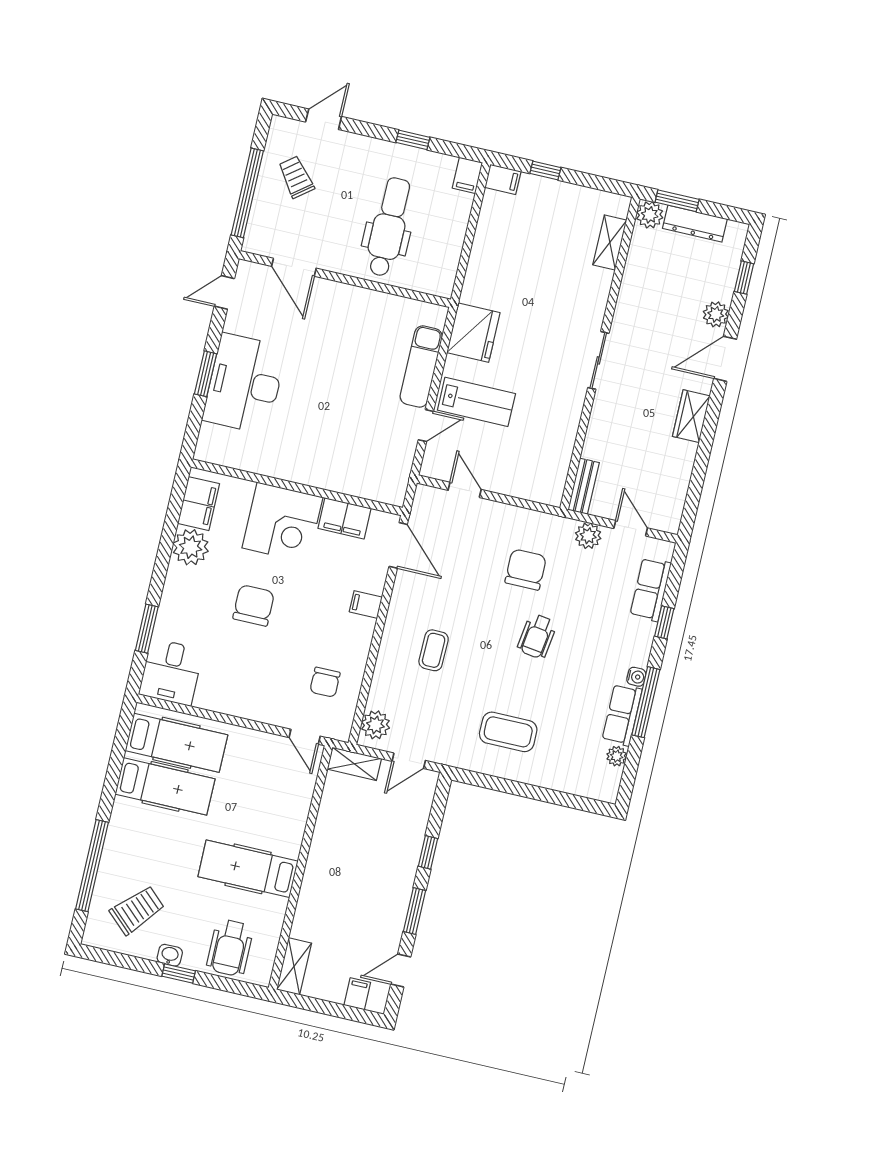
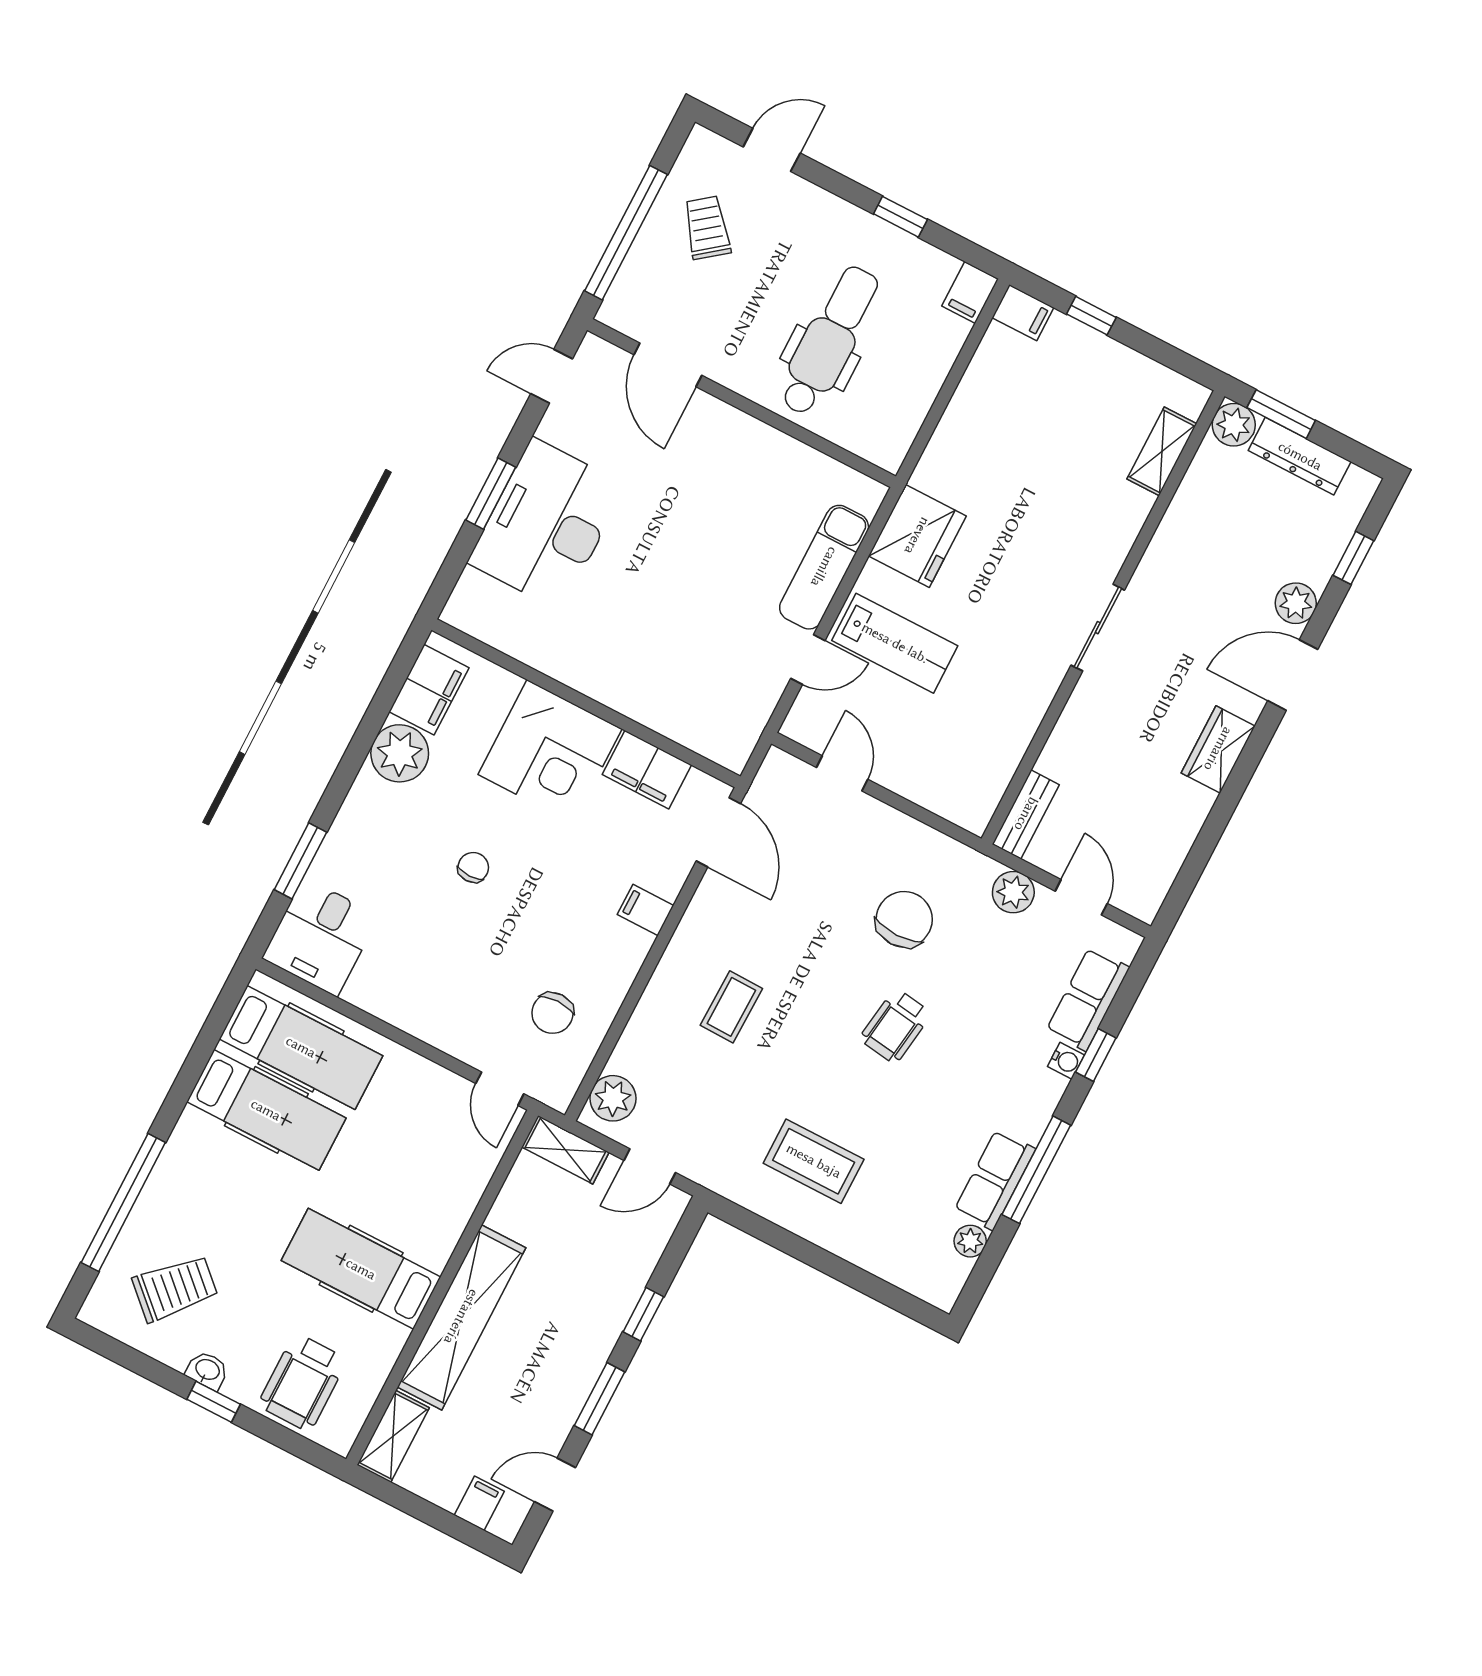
chair: (254, 605) -> (473, 867), width x0.54, depth x0.54
water cooler: (636, 677) -> (1066, 1061), moved
shelving: (317, 883) -> (461, 1317), added

